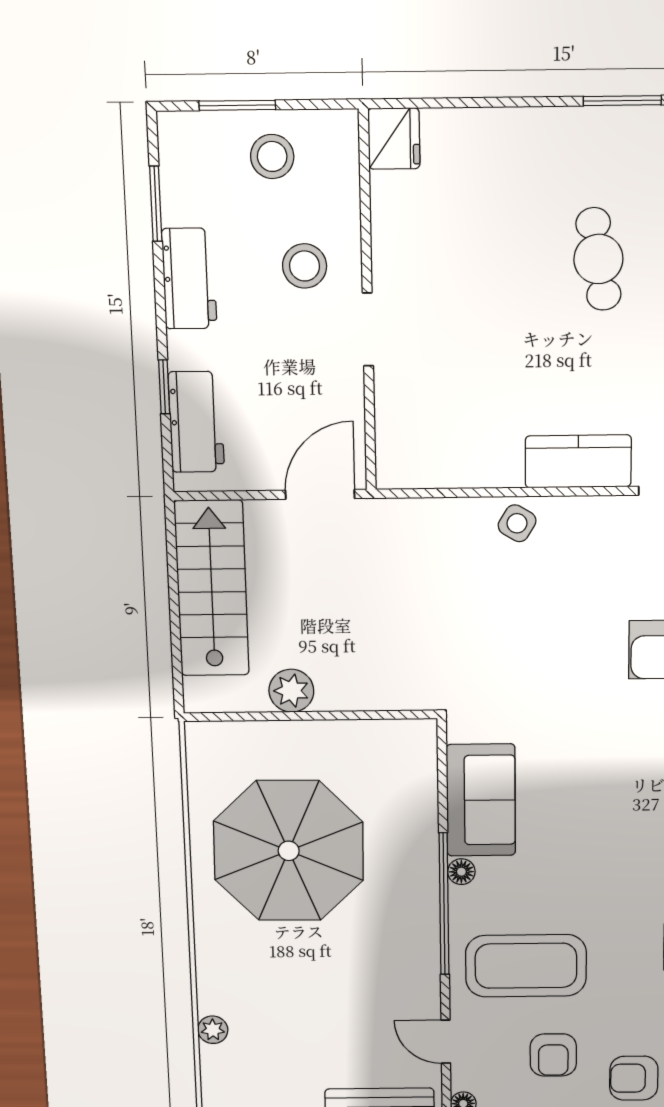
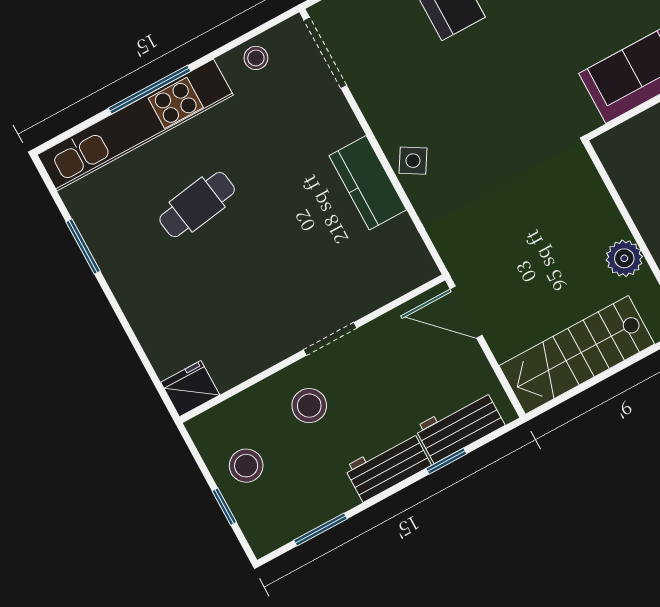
window: (237, 105) -> (224, 507), width x0.67
workbench: (189, 279) -> (388, 466), moved
kitchen counter: (578, 461) -> (368, 183), moved

